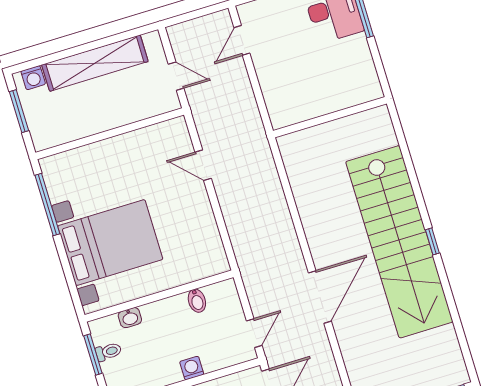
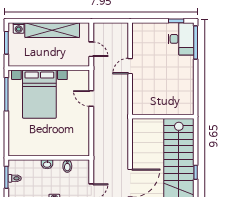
door: (242, 40) -> (130, 66), moved
wall: (330, 117) -> (163, 117), moved
bed with nightstands: (110, 243) -> (39, 94), moved, turned 90
washbasin: (130, 318) -> (47, 164), moved

